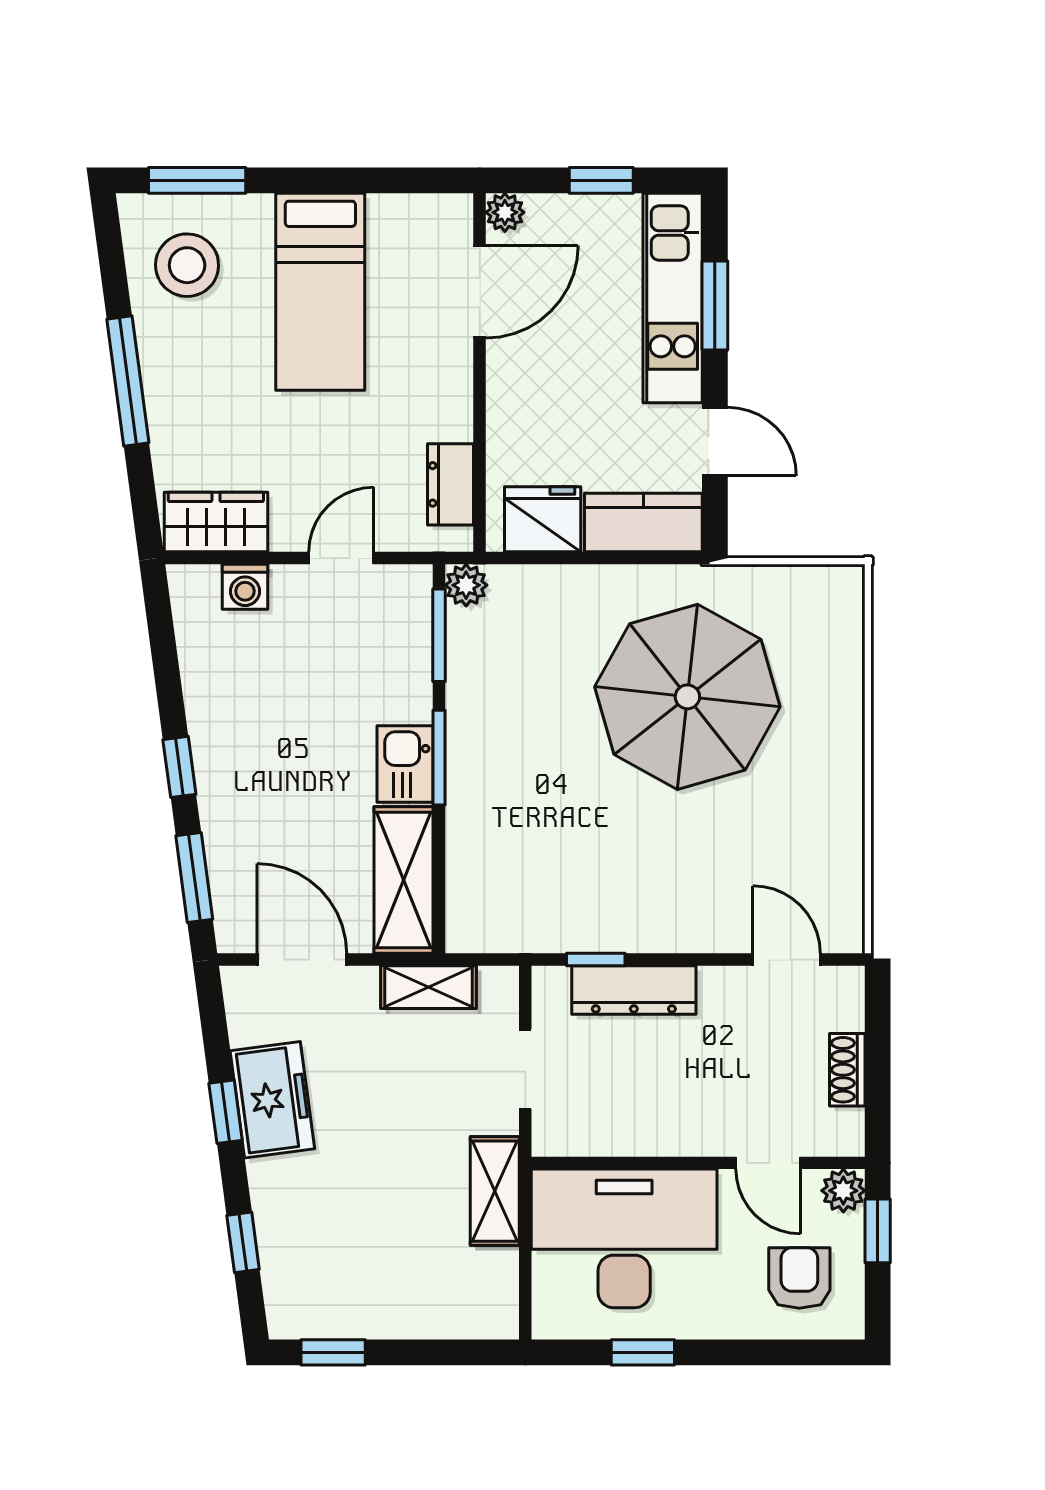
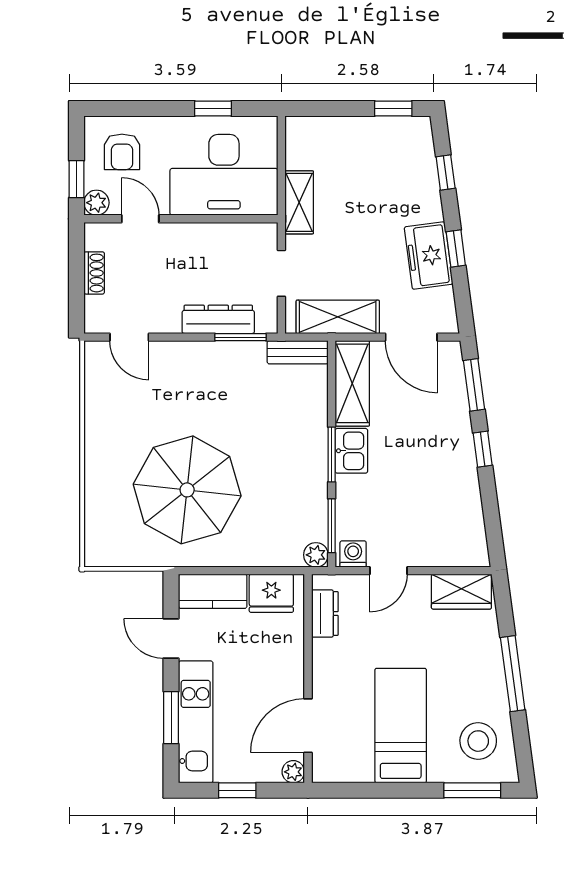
washing machine: (245, 587) -> (353, 554), moved
bench: (497, 933) -> (298, 352), added
window: (596, 960) -> (240, 337), width x1.50
shelving: (429, 987) -> (338, 317), width x1.50, depth x1.33

